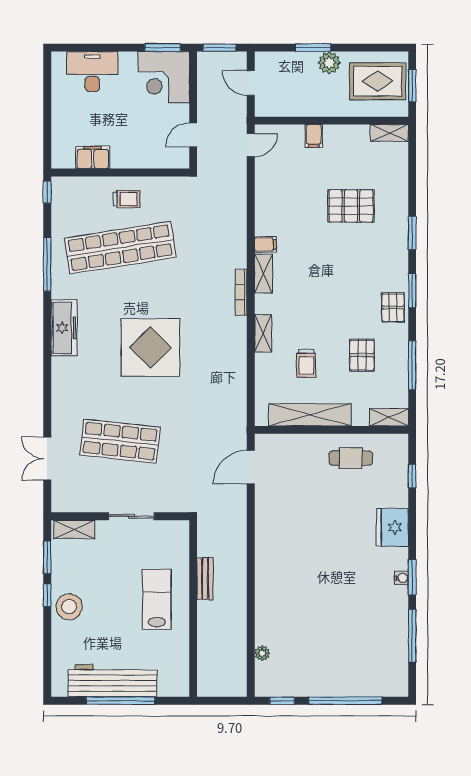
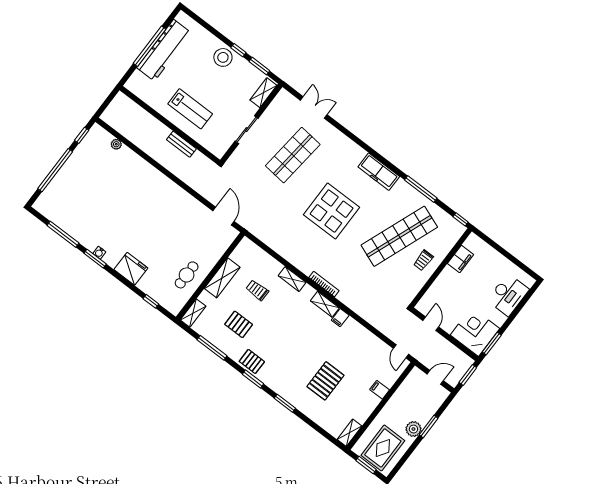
shop shelf: (120, 248) -> (399, 236), turned 30
shelving: (310, 415) -> (222, 278), width x0.68

